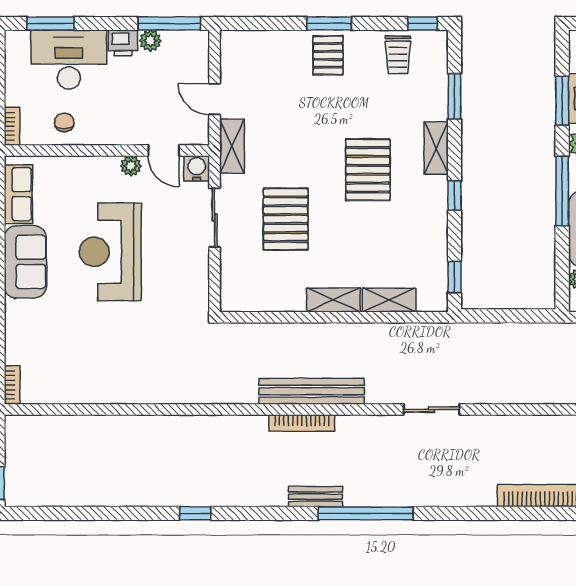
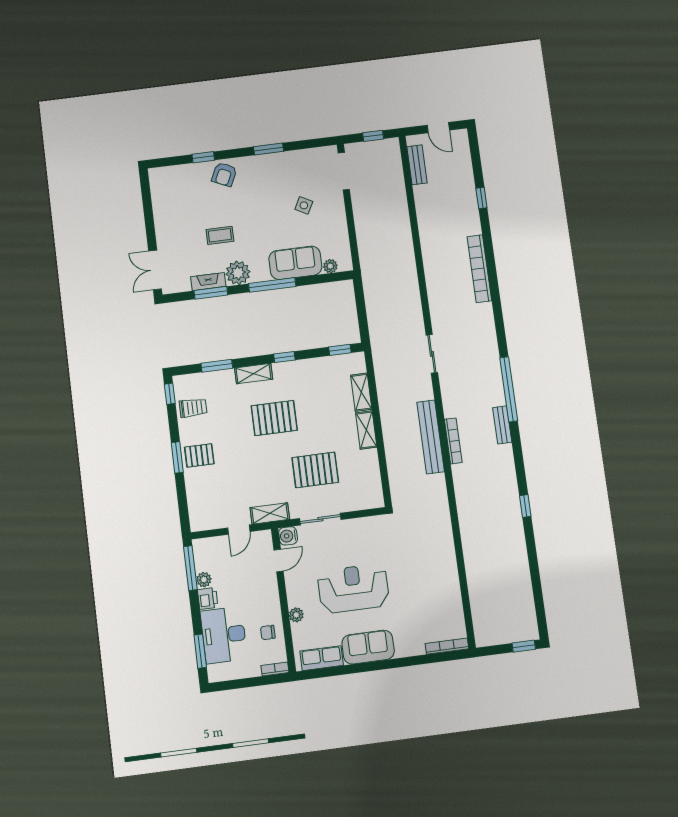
plant: (131, 166) -> (296, 615), moved
reception desk: (110, 252) -> (353, 588), turned 180
bookcase: (12, 385) -> (447, 646), width x1.56

